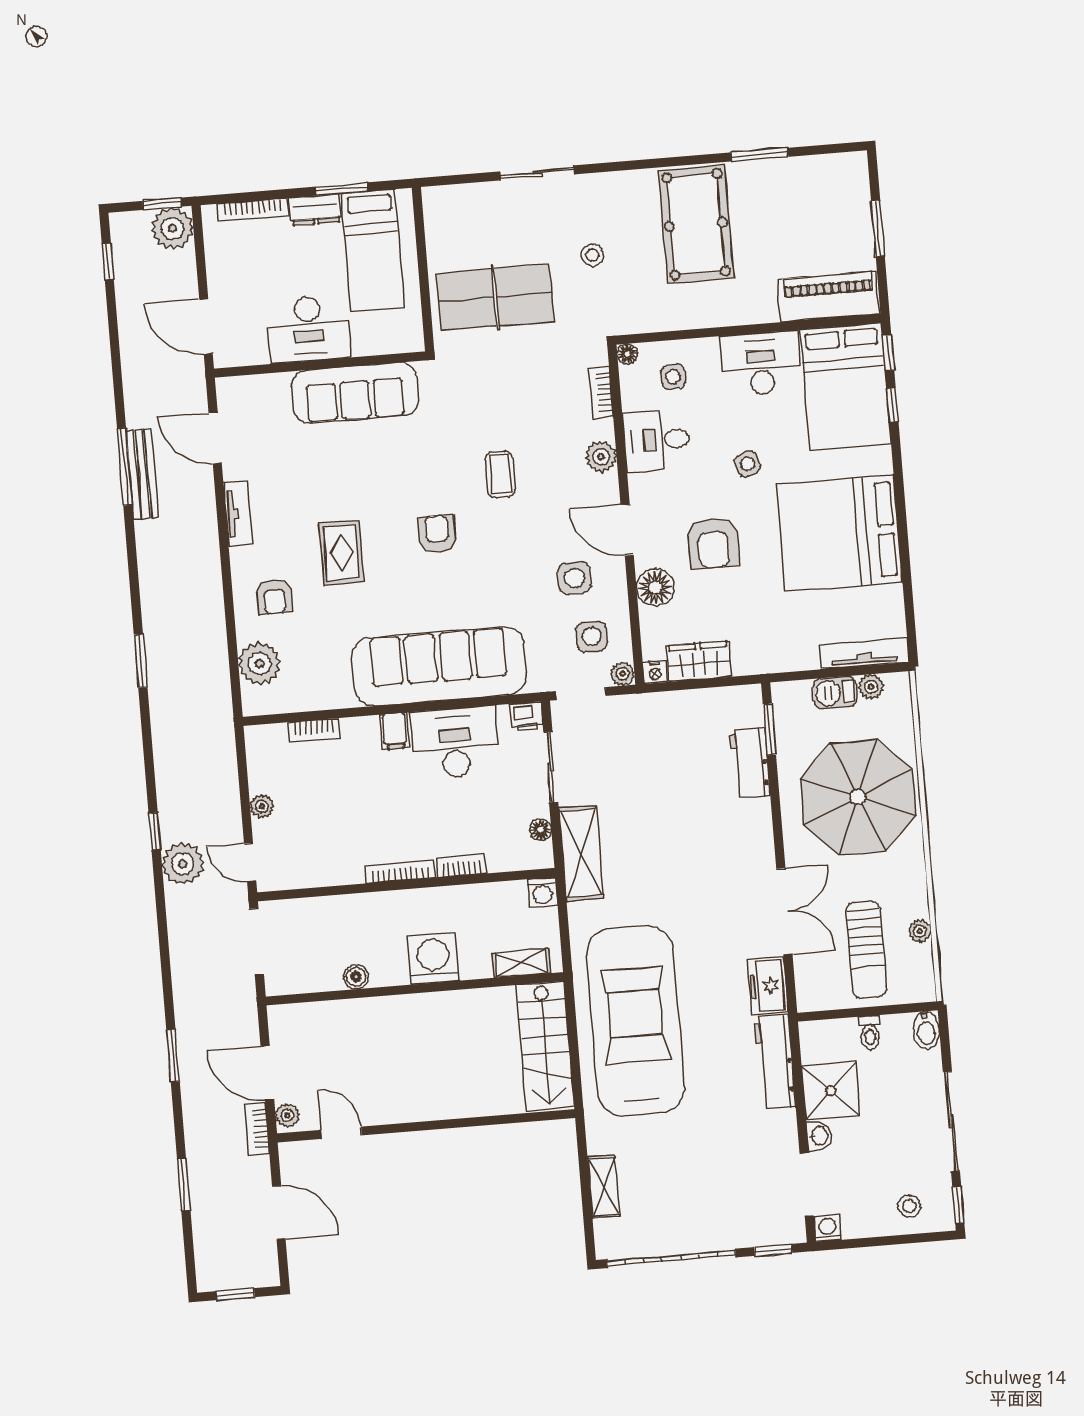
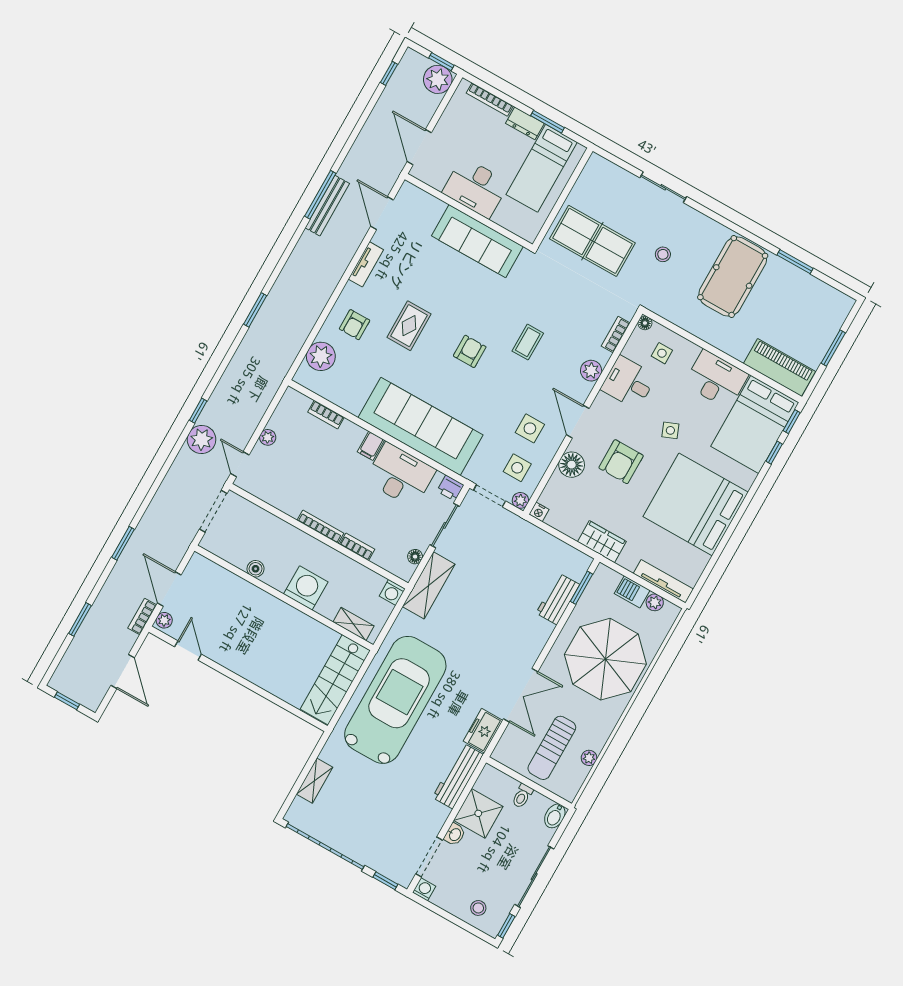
wardrobe: (699, 661) -> (602, 542), moved

